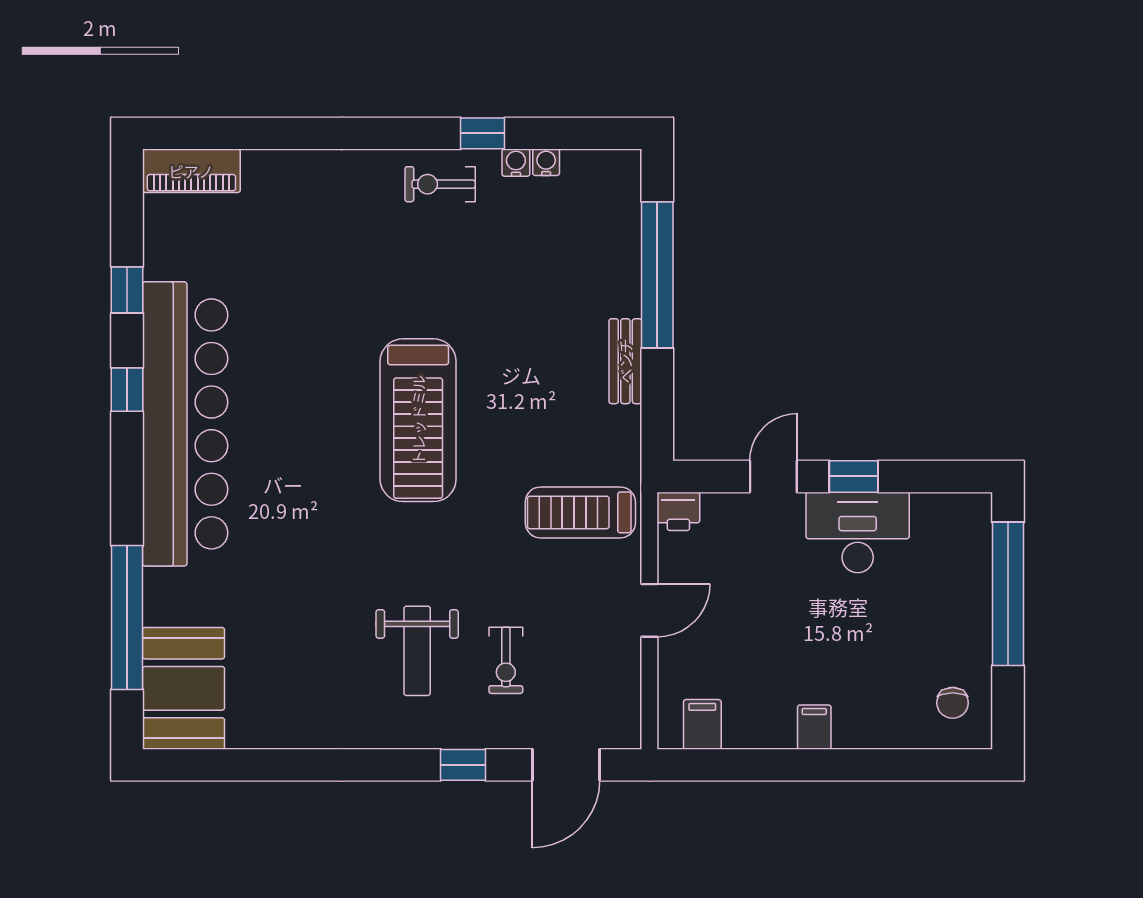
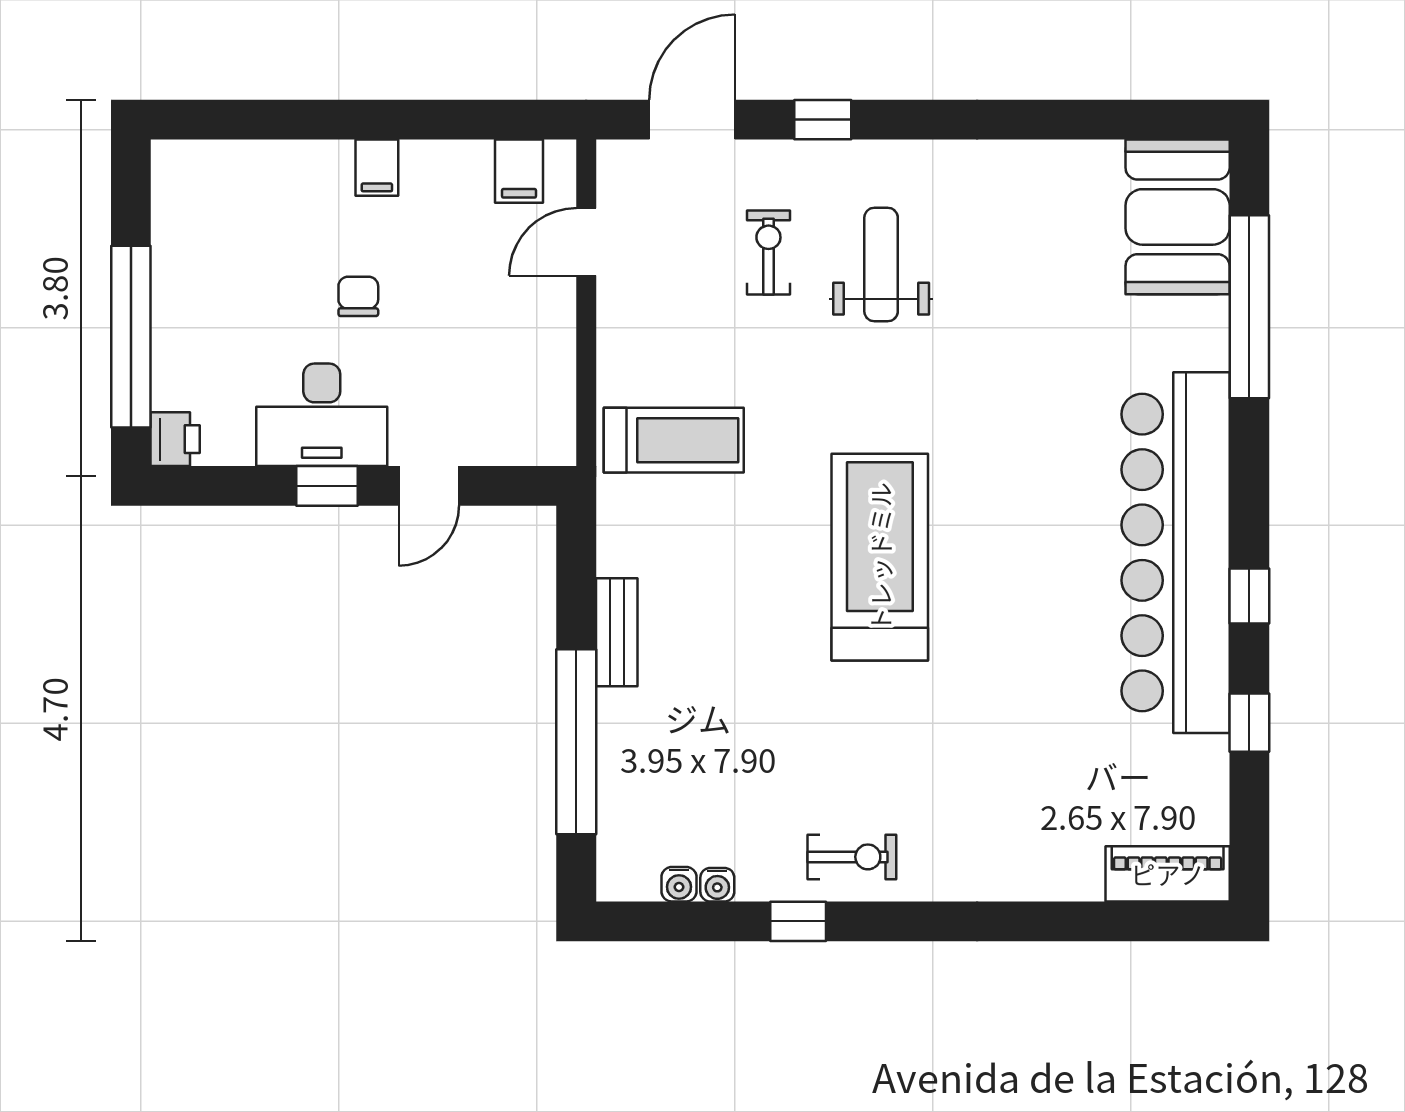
water cooler: (516, 163) -> (679, 884), moved
printer: (678, 511) -> (175, 439), moved, turned 90
door: (649, 610) -> (586, 242), moved
chair: (953, 703) -> (358, 296), moved

